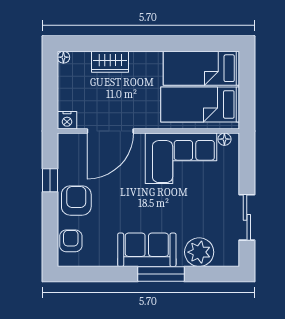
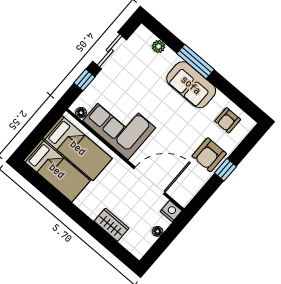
floor lamp: (63, 57) -> (158, 231), moved
window: (247, 171) -> (84, 80), added
window: (50, 180) -> (226, 170), moved
armchair: (71, 241) -> (228, 120), moved
plant: (199, 252) -> (159, 47), width x0.53, depth x0.53

